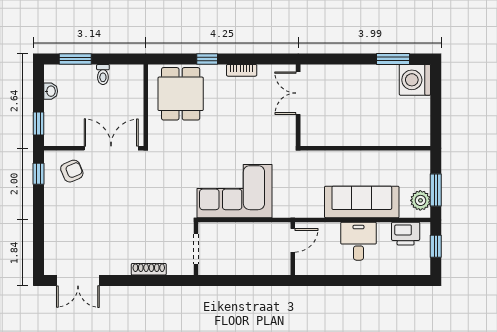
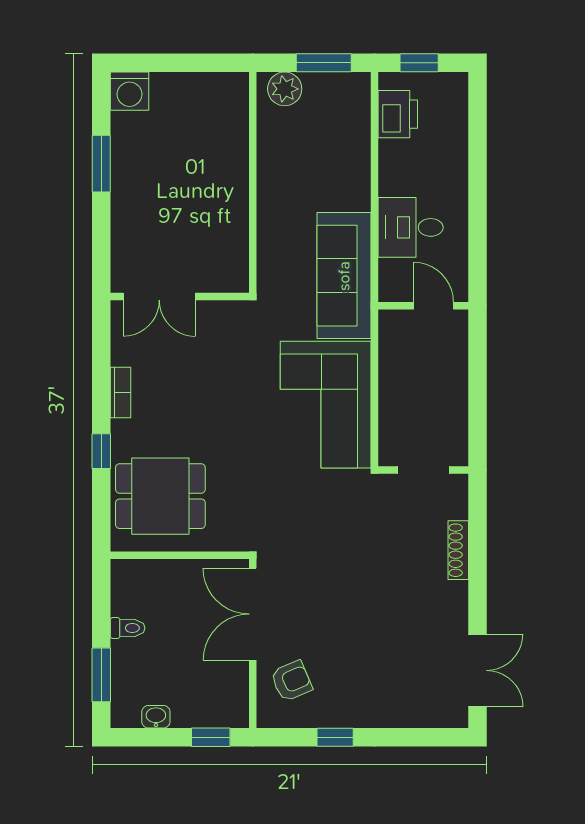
window: (393, 59) -> (101, 164), moved
washing machine: (415, 80) -> (130, 91), width x0.73, depth x0.73
armchair: (72, 171) -> (291, 681), turned 90
window: (39, 174) -> (335, 737), moved
plant: (420, 200) -> (285, 89), moved
sofa: (362, 202) -> (344, 276), moved
door: (293, 240) -> (434, 306), moved
desk: (358, 241) -> (411, 227), moved

